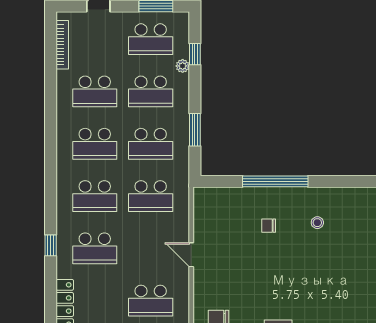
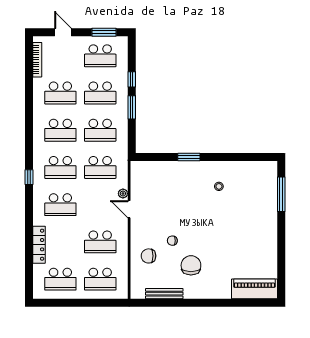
window: (195, 54) -> (132, 79), moved
plant: (183, 66) -> (123, 194), moved
window: (195, 130) -> (132, 107), moved
window: (275, 181) -> (189, 157), width x0.47
chair: (269, 226) -> (172, 241), moved
window: (51, 245) -> (29, 177), moved

